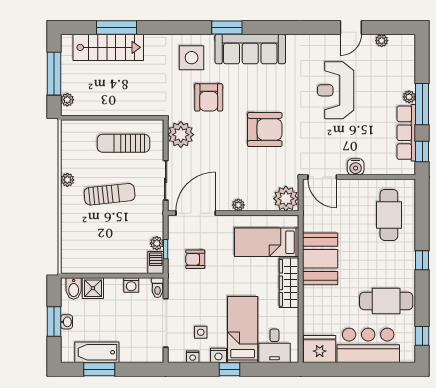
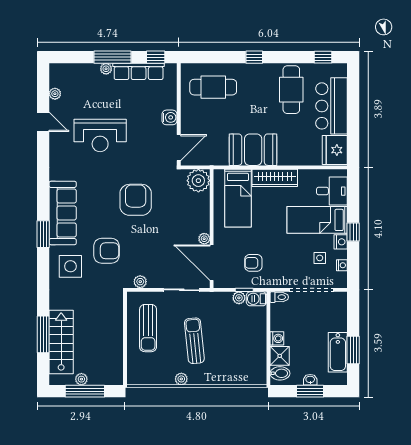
plant: (67, 100) -> (81, 379), moved
plant: (181, 135) -> (140, 282), width x0.53, depth x0.53
plant: (238, 205) -> (204, 239), moved
armchair: (195, 259) -> (253, 263), turned 90
washing machine: (131, 285) -> (277, 338), moved

